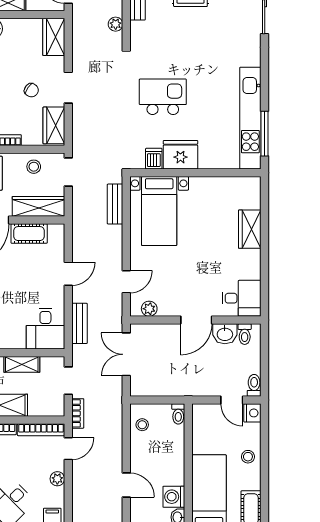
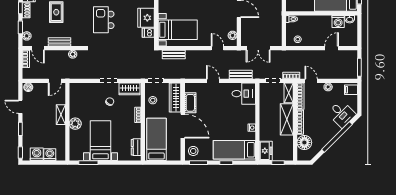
wardrobe: (54, 37) -> (80, 89), removed
kitchen island: (163, 97) -> (104, 20), moved
shelving: (22, 364) -> (289, 93), moved

